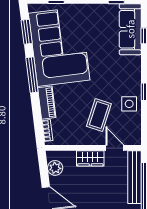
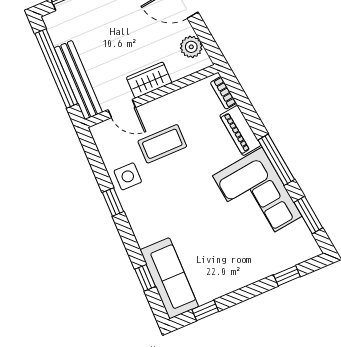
corner sofa: (59, 47) -> (257, 196), width x0.73, depth x0.74
coffee table: (99, 115) -> (162, 144), turned 72

